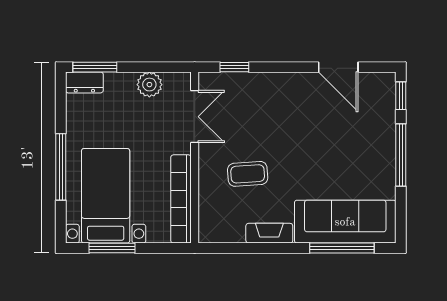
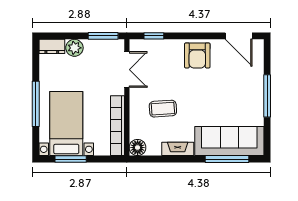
window: (95, 67) -> (103, 36), moved
door: (338, 67) -> (239, 36), moved
plant: (149, 85) -> (74, 48), moved
armchair: (298, 96) -> (197, 55), added
window: (401, 96) -> (267, 55), removed
floor lamp: (210, 231) -> (138, 148), added

